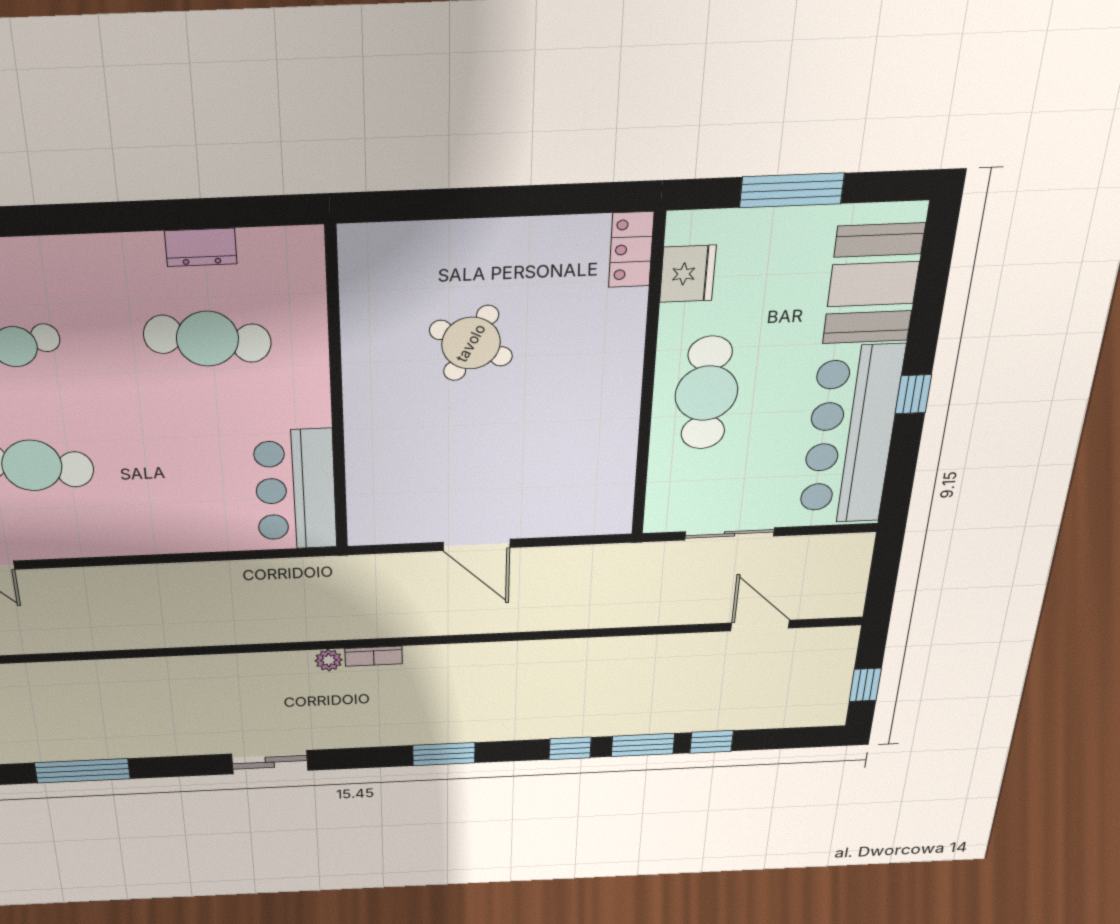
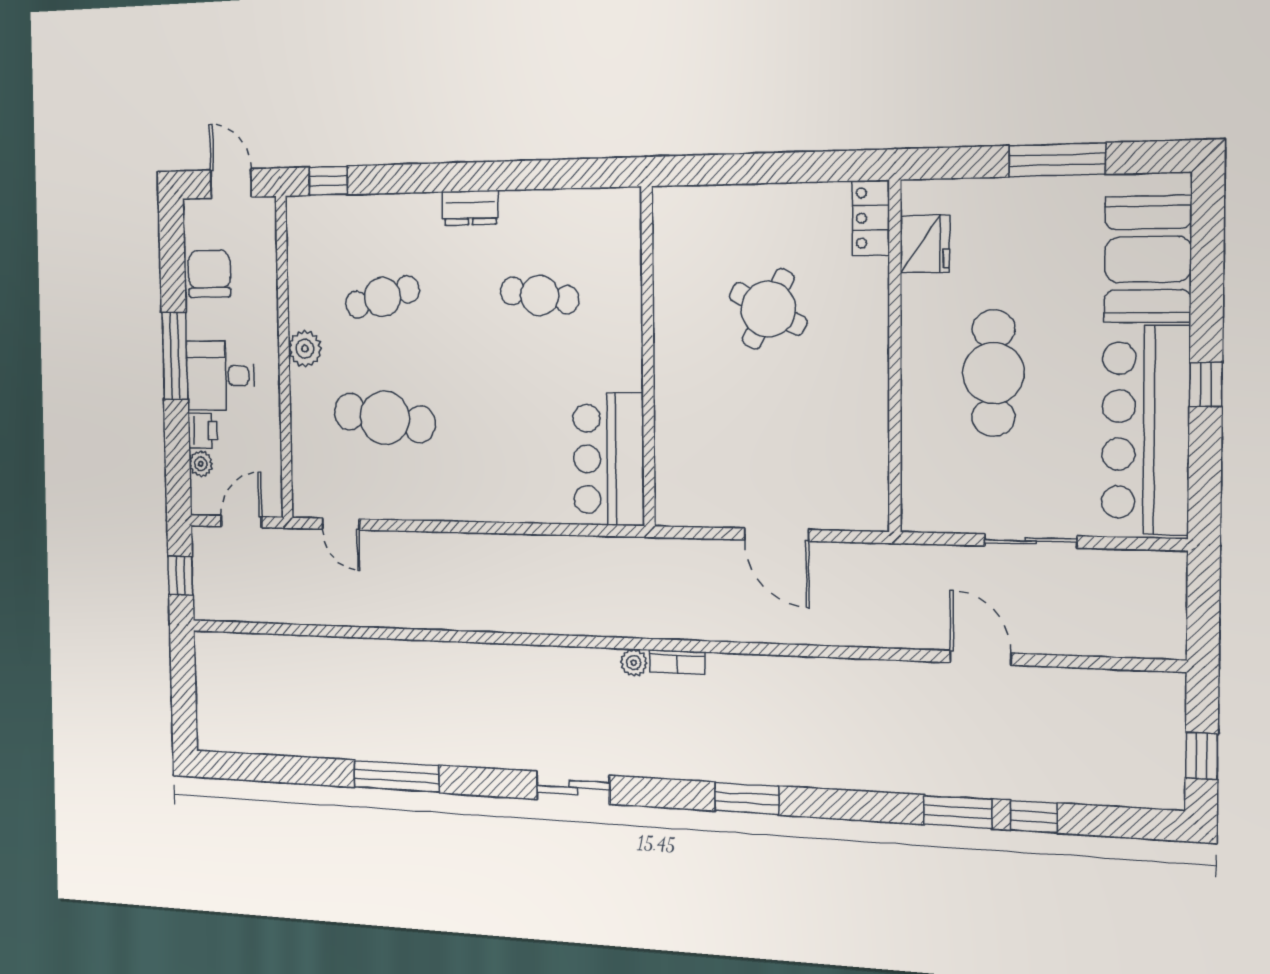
dresser: (201, 247) -> (470, 208), moved
locker: (631, 250) -> (871, 218), moved
fridge: (688, 274) -> (925, 244), moved
cafe table: (207, 339) -> (540, 295), width x0.73, depth x0.74
wall: (648, 381) -> (895, 357), moved
door: (760, 626) -> (981, 658), moved
window: (570, 748) -> (879, 807), removed

